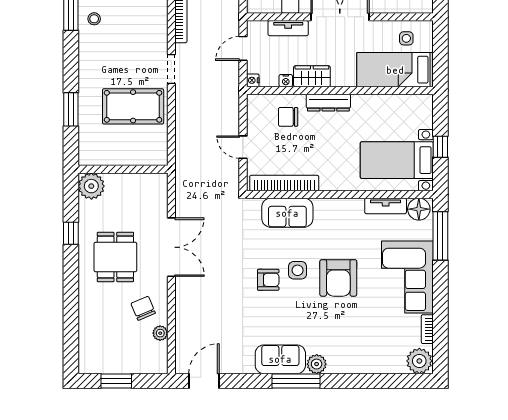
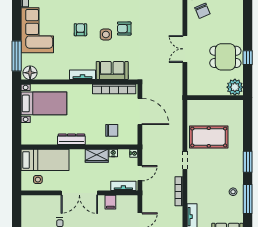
tv unit: (288, 28) -> (123, 186), moved
dresser: (328, 103) -> (71, 139), moved
window: (71, 109) -> (248, 162), moved
door: (243, 147) -> (140, 112), width x1.88
window: (440, 147) -> (17, 112), removed
tv unit: (386, 206) -> (82, 75), moved
double door: (171, 247) -> (185, 49), width x0.73
dining table: (115, 257) -> (225, 57), moved, turned 90
armchair: (338, 278) -> (80, 30), width x0.53, depth x0.53

